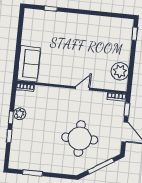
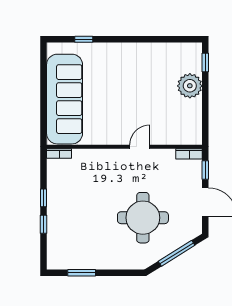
sofa: (29, 64) -> (65, 99), width x1.85, depth x1.27
plant: (120, 71) -> (190, 86), moved
plant: (20, 114) -> (55, 191), removed

